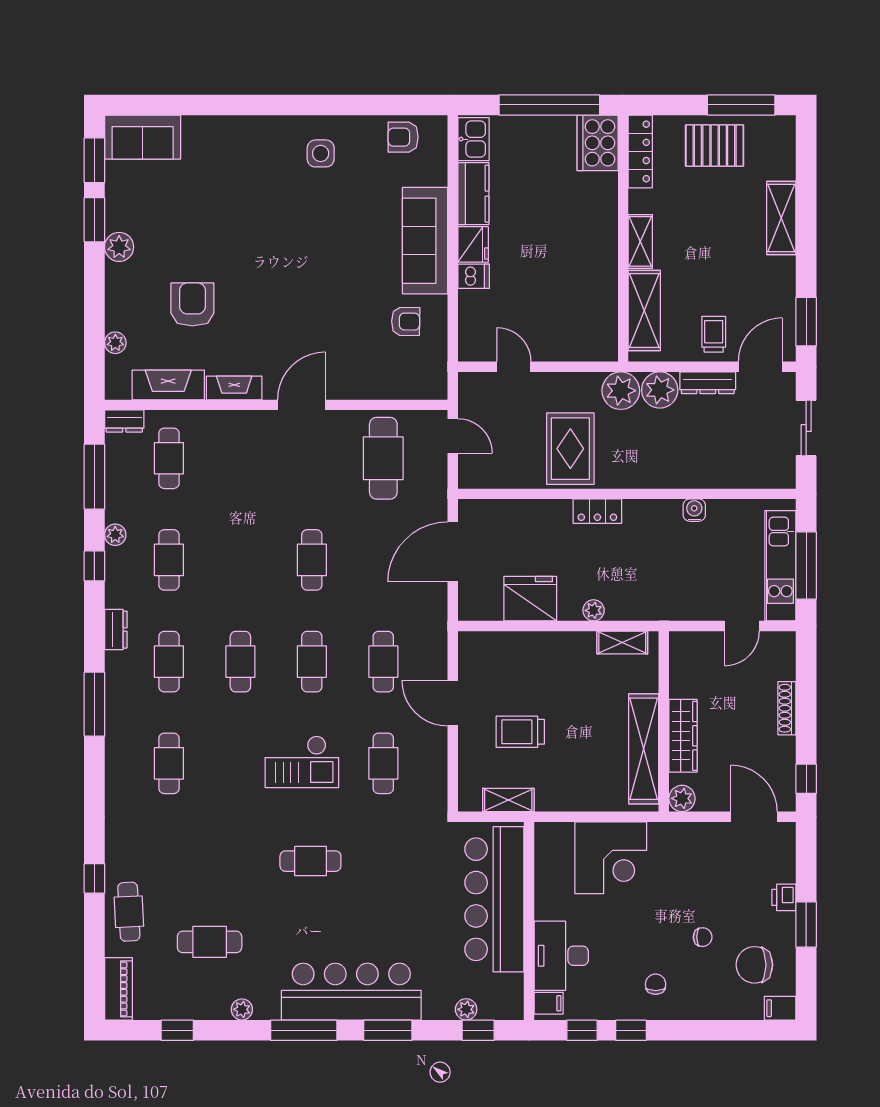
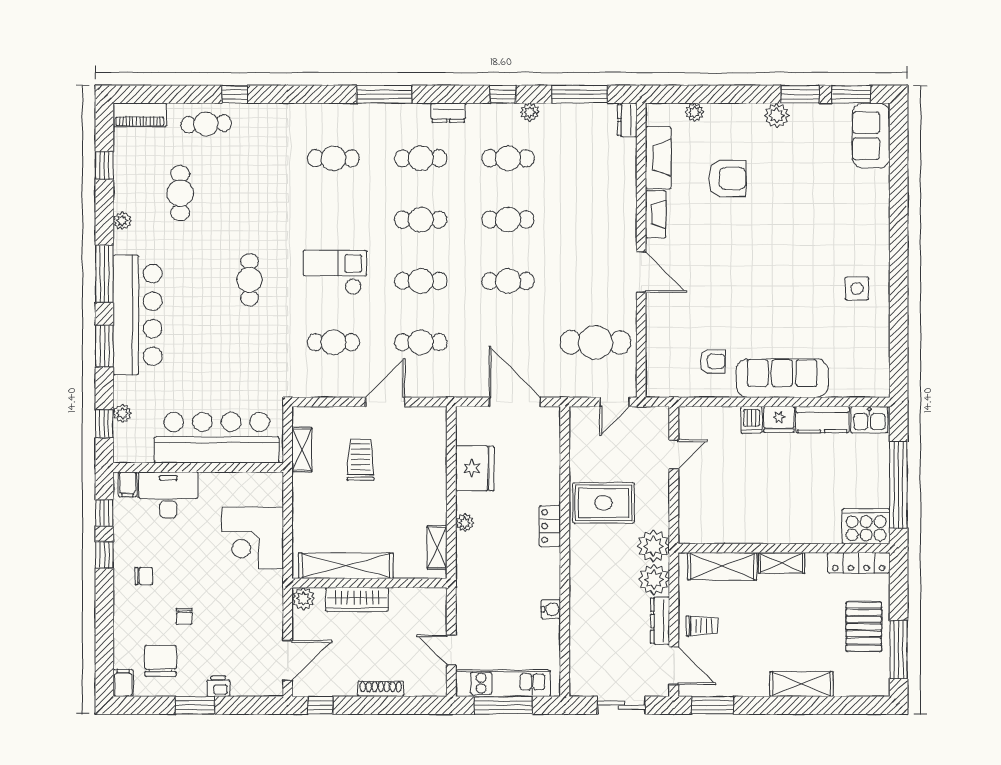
armchair: (403, 137) -> (871, 359), removed
armchair: (406, 321) -> (713, 361), turned -91
cafe table: (169, 458) -> (508, 220), moved
checkout: (302, 762) -> (335, 272), turned 90

